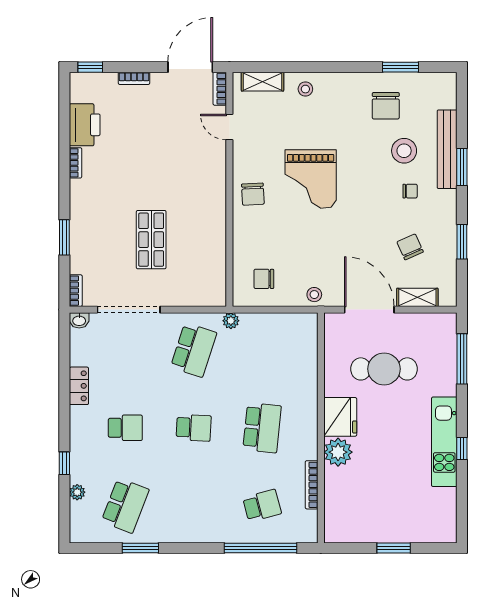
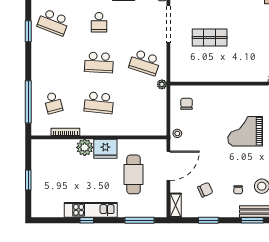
chair: (253, 194) -> (236, 97), removed
shelving: (417, 297) -> (176, 205), moved
school desk: (194, 428) -> (99, 62), width x1.85

